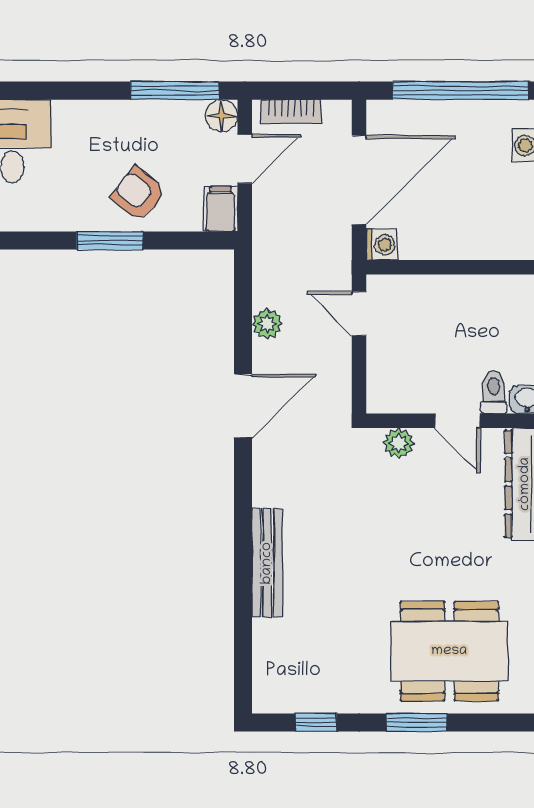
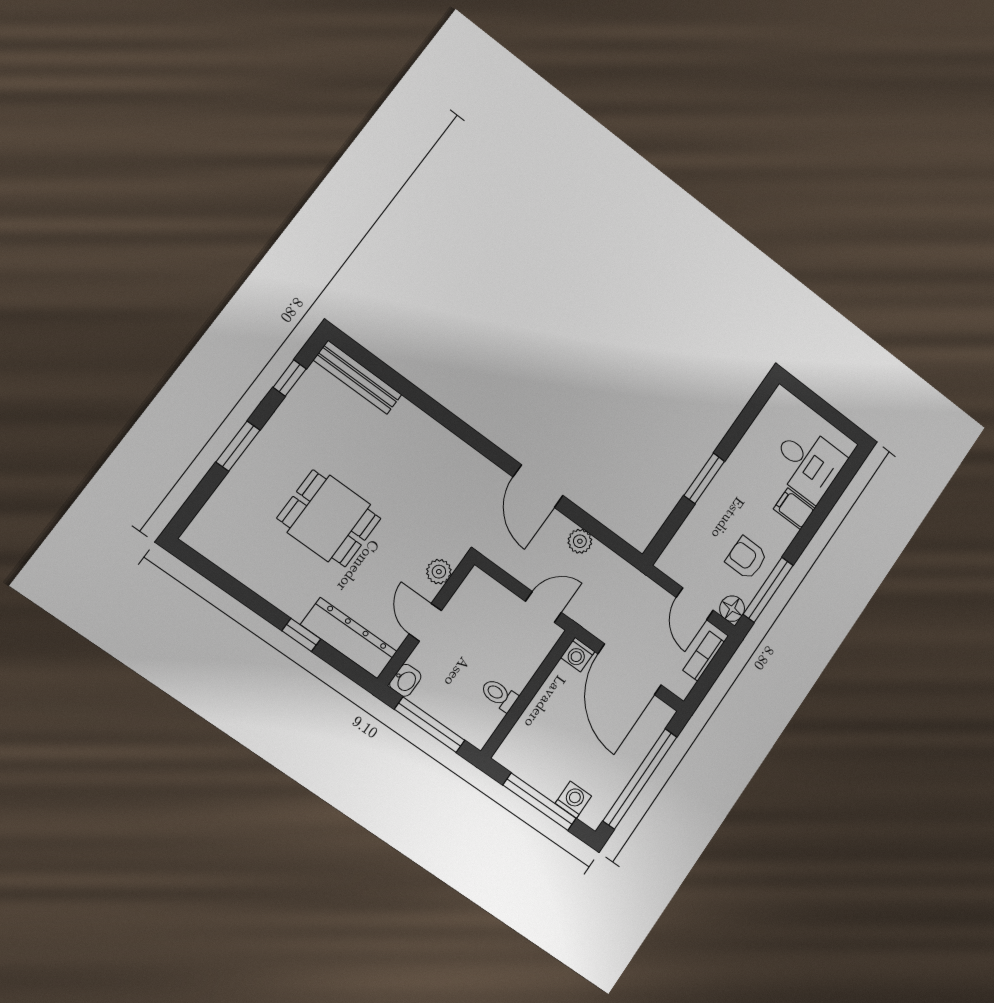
armchair: (138, 194) -> (746, 558), moved, turned -129
filing cabinet: (221, 209) -> (794, 509), moved, turned 180
toilet: (494, 392) -> (499, 695), moved, turned 180
door: (457, 421) -> (425, 622), hinge flipped
bench: (267, 563) -> (358, 377), moved
dining table: (449, 651) -> (329, 518), moved, width x0.73

